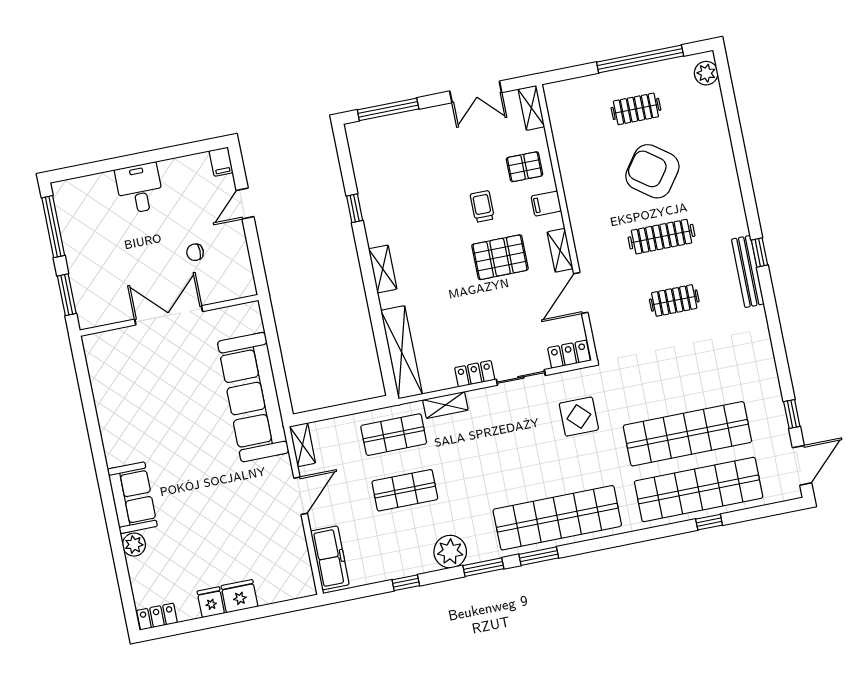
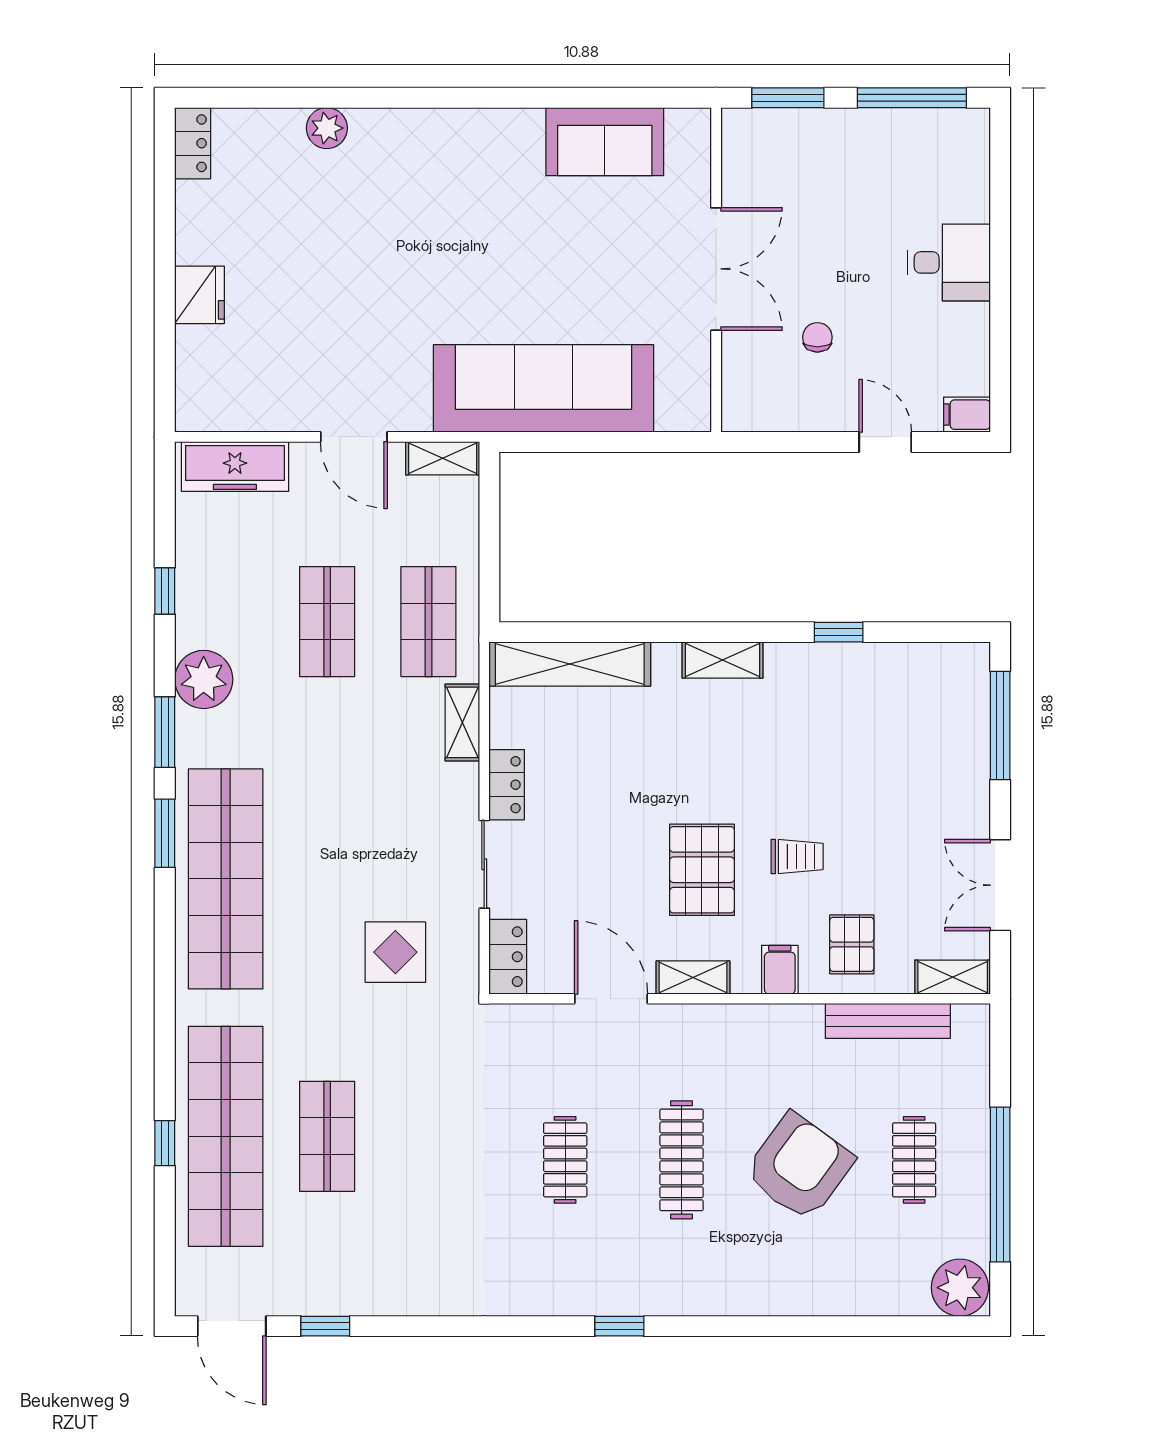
plant: (706, 73) -> (960, 1288), width x1.36, depth x1.36
bench: (748, 272) -> (888, 1021), moved
shop shelf: (687, 434) -> (327, 1136), width x0.50, depth x0.74
sofa: (132, 498) -> (605, 142), moved
fridge: (211, 602) -> (199, 242), removed

